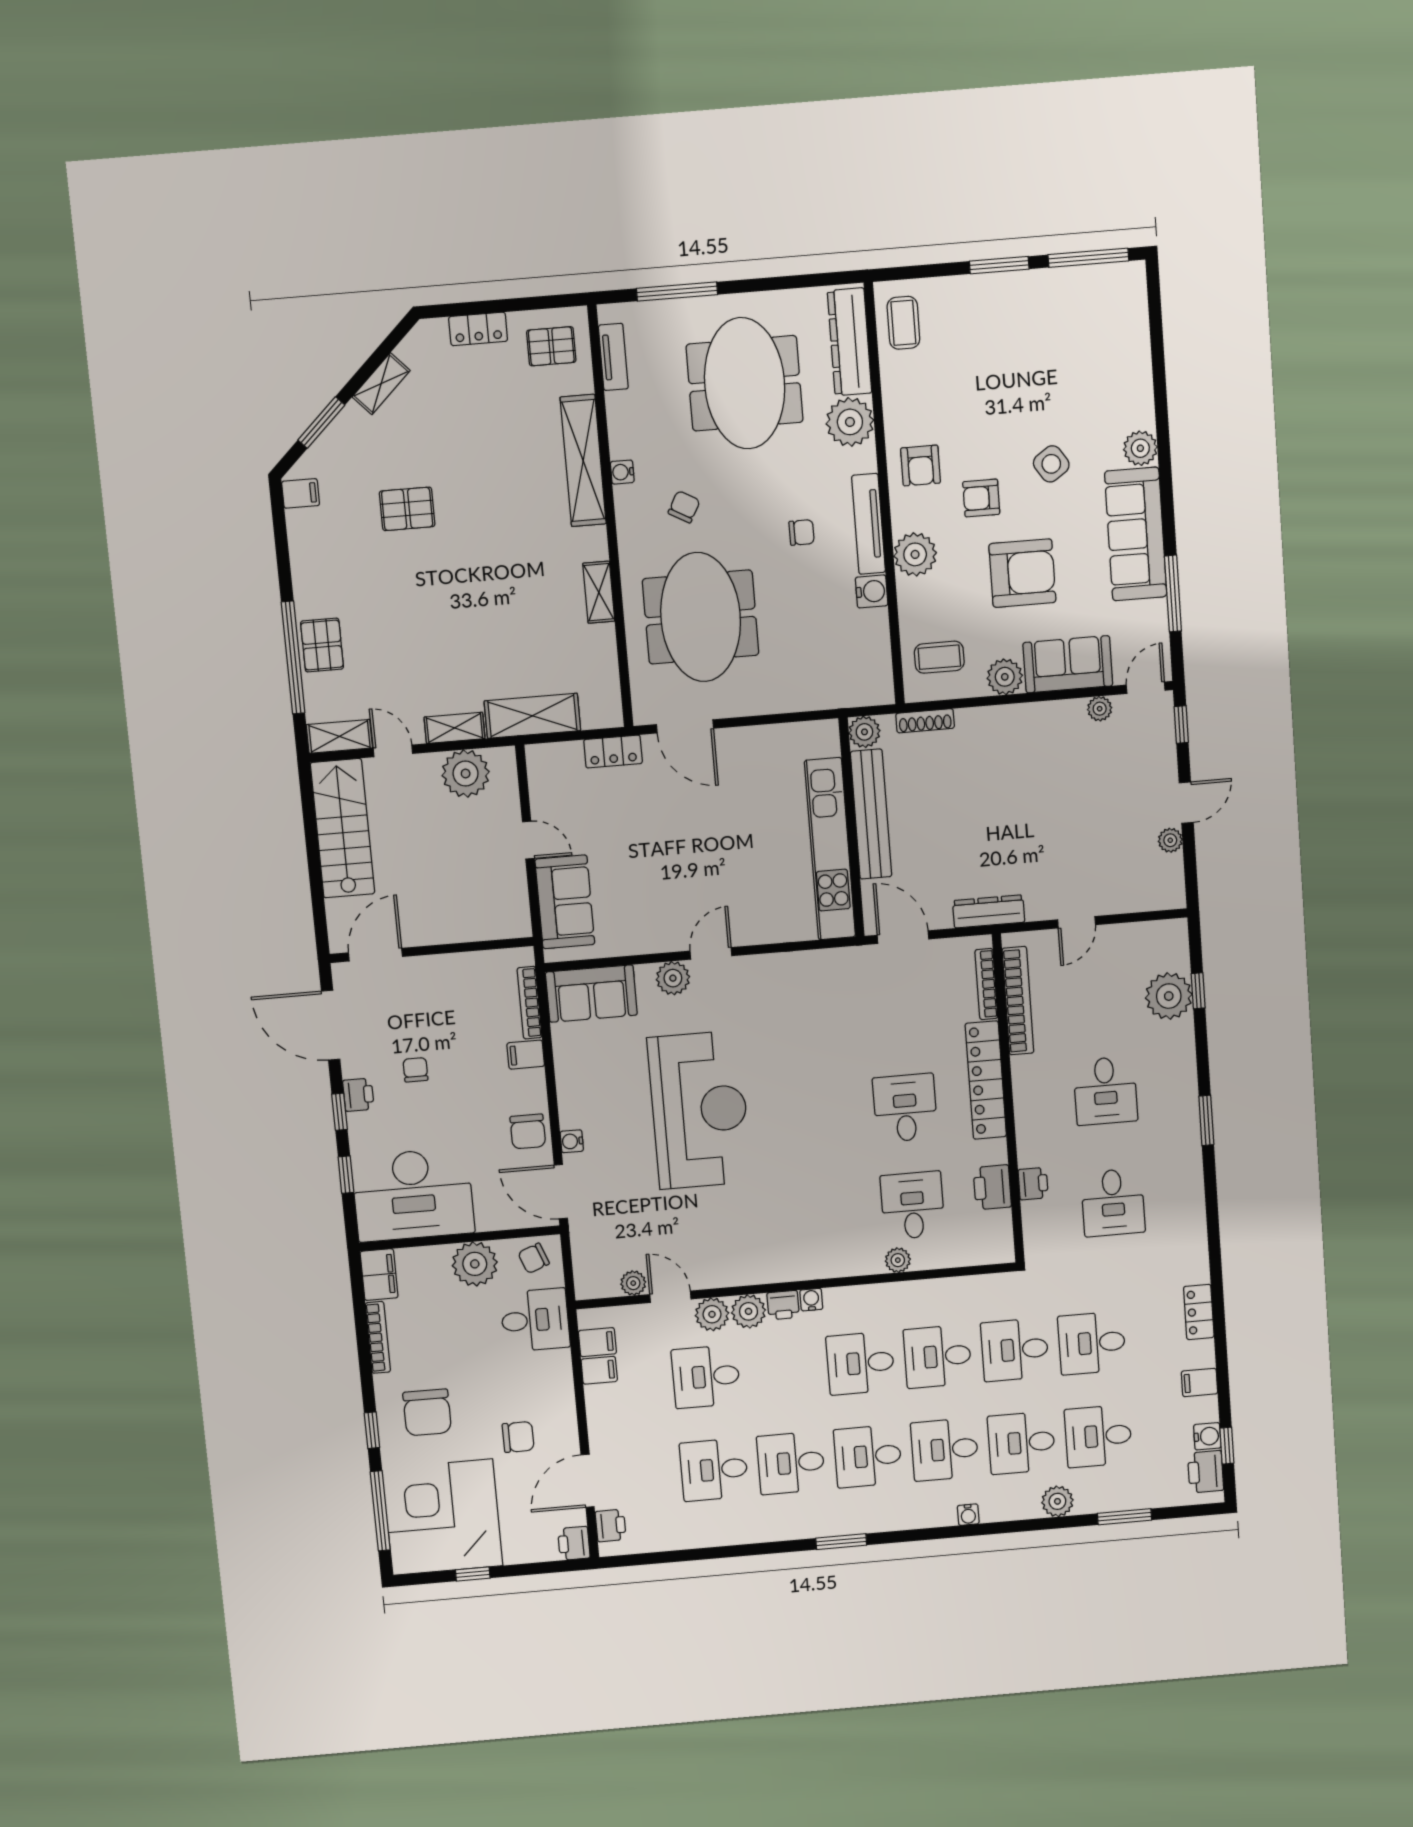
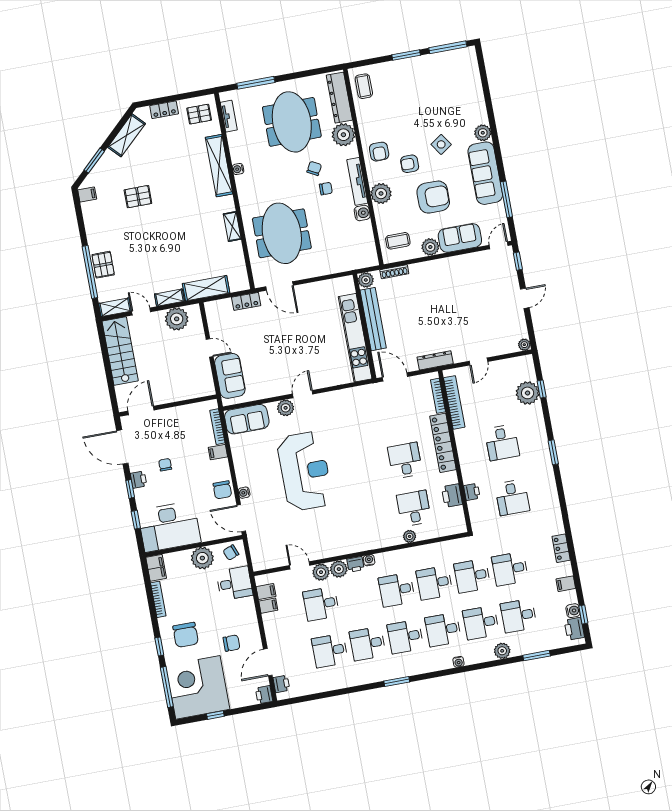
shelving: (381, 384) -> (127, 135), width x1.50, depth x1.33
chair: (684, 507) -> (314, 168), moved
plant: (1100, 709) -> (478, 258), removed
plant: (1170, 840) -> (524, 345), moved
plant: (633, 1283) -> (281, 560), removed

